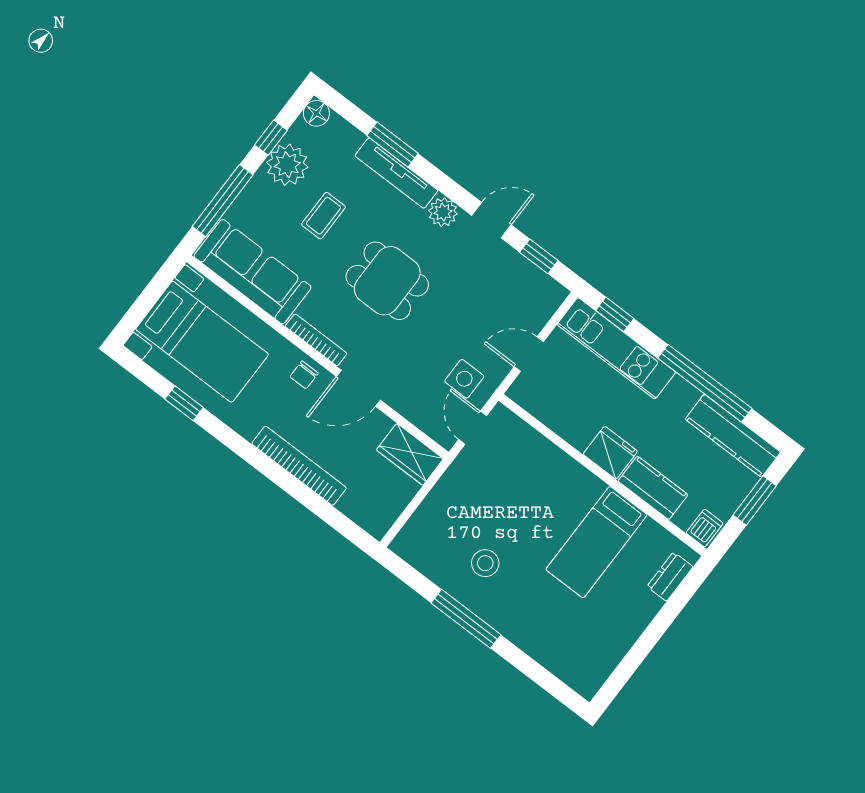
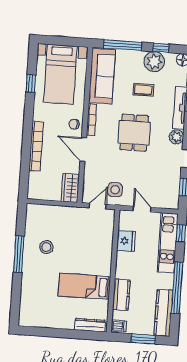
fridge: (610, 453) -> (126, 241), moved
dresser: (670, 577) -> (90, 325), width x1.44

